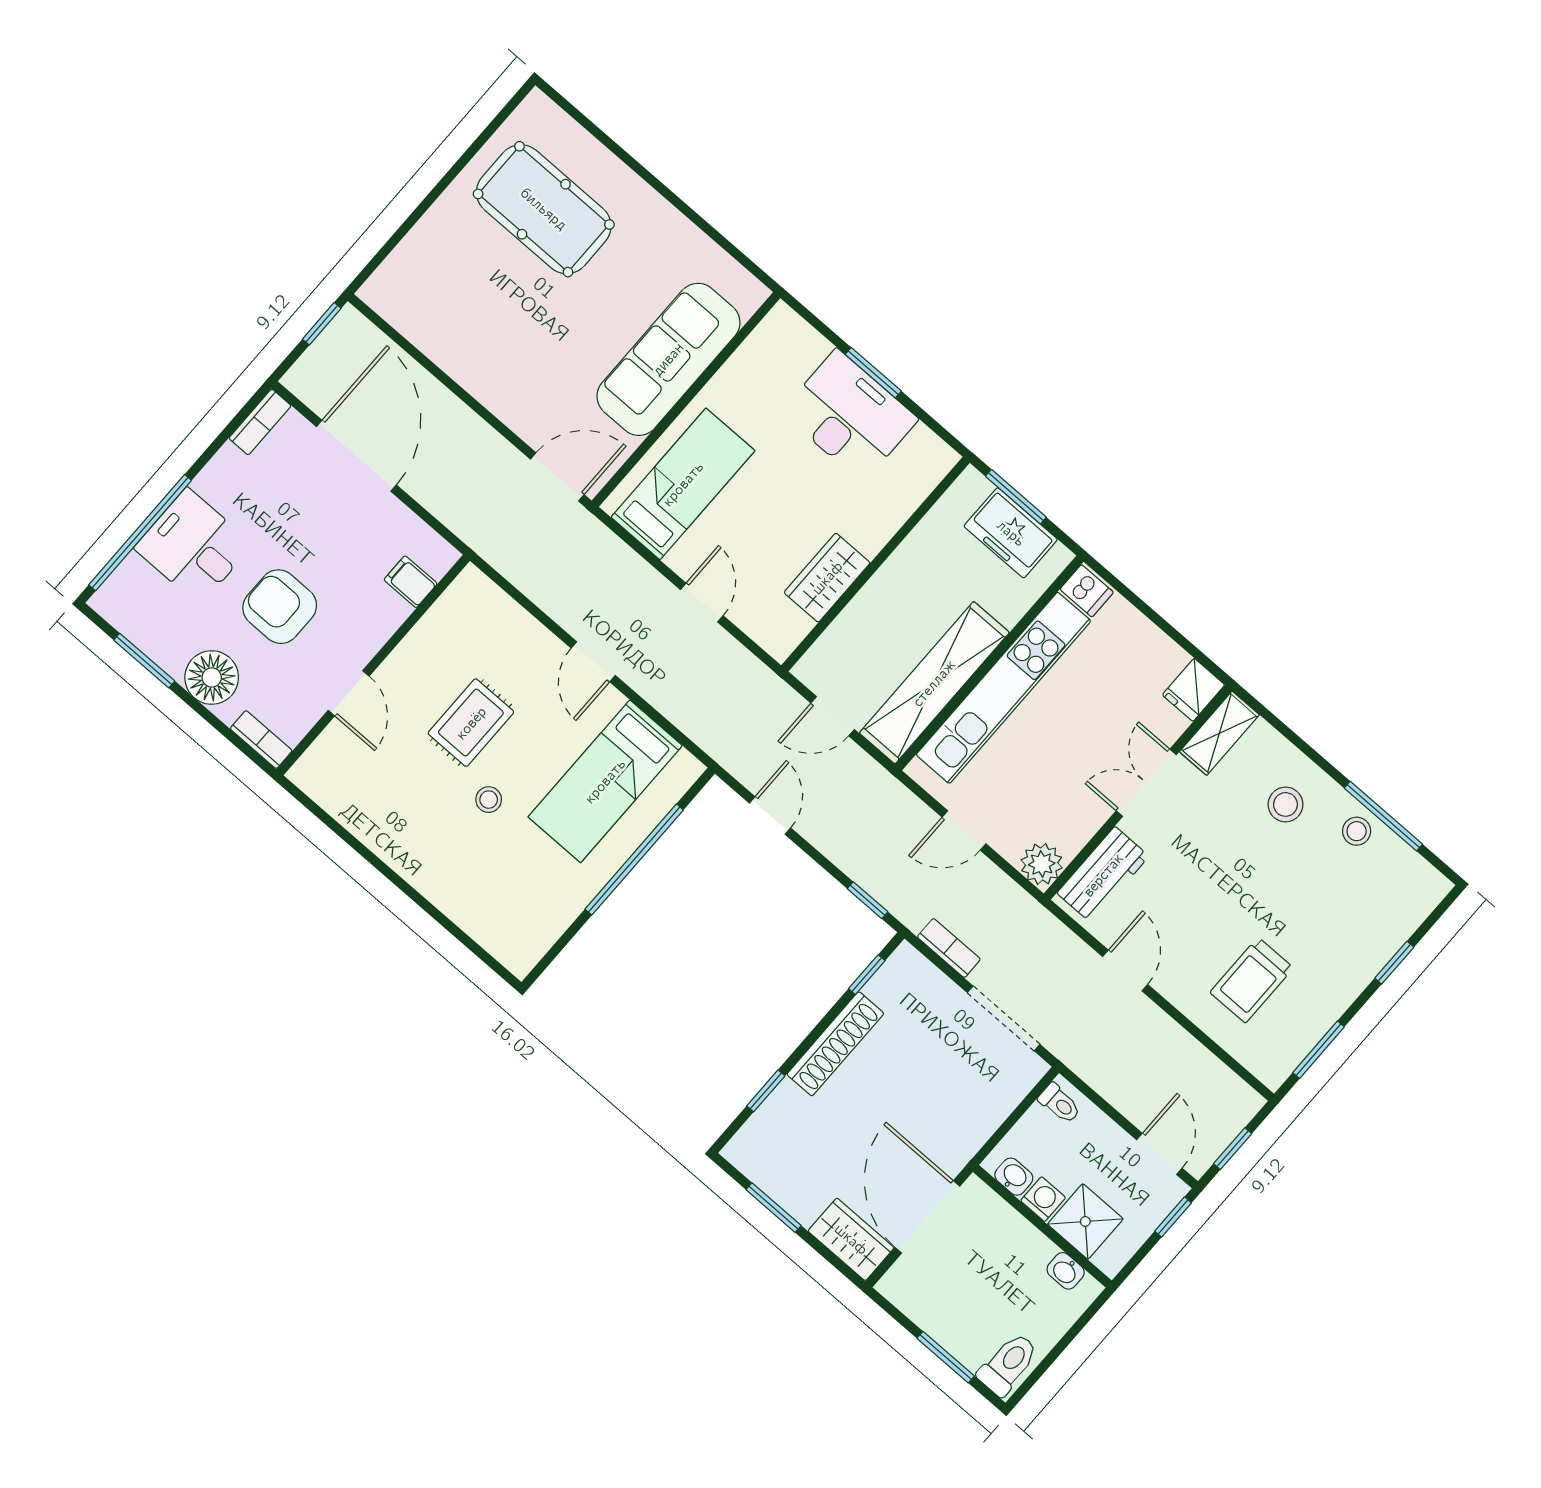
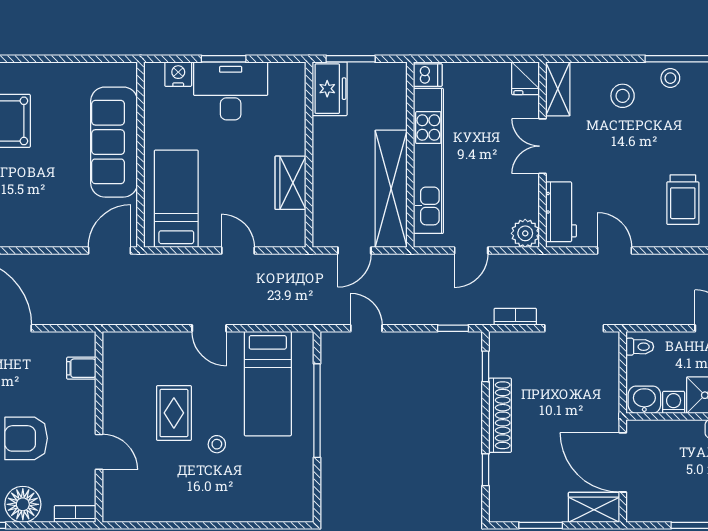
nightstand: (807, 346) -> (178, 74), added
freezer: (1011, 533) -> (330, 89), moved, turned -90
washbasin: (1014, 1177) -> (644, 400), width x1.38, depth x1.45

